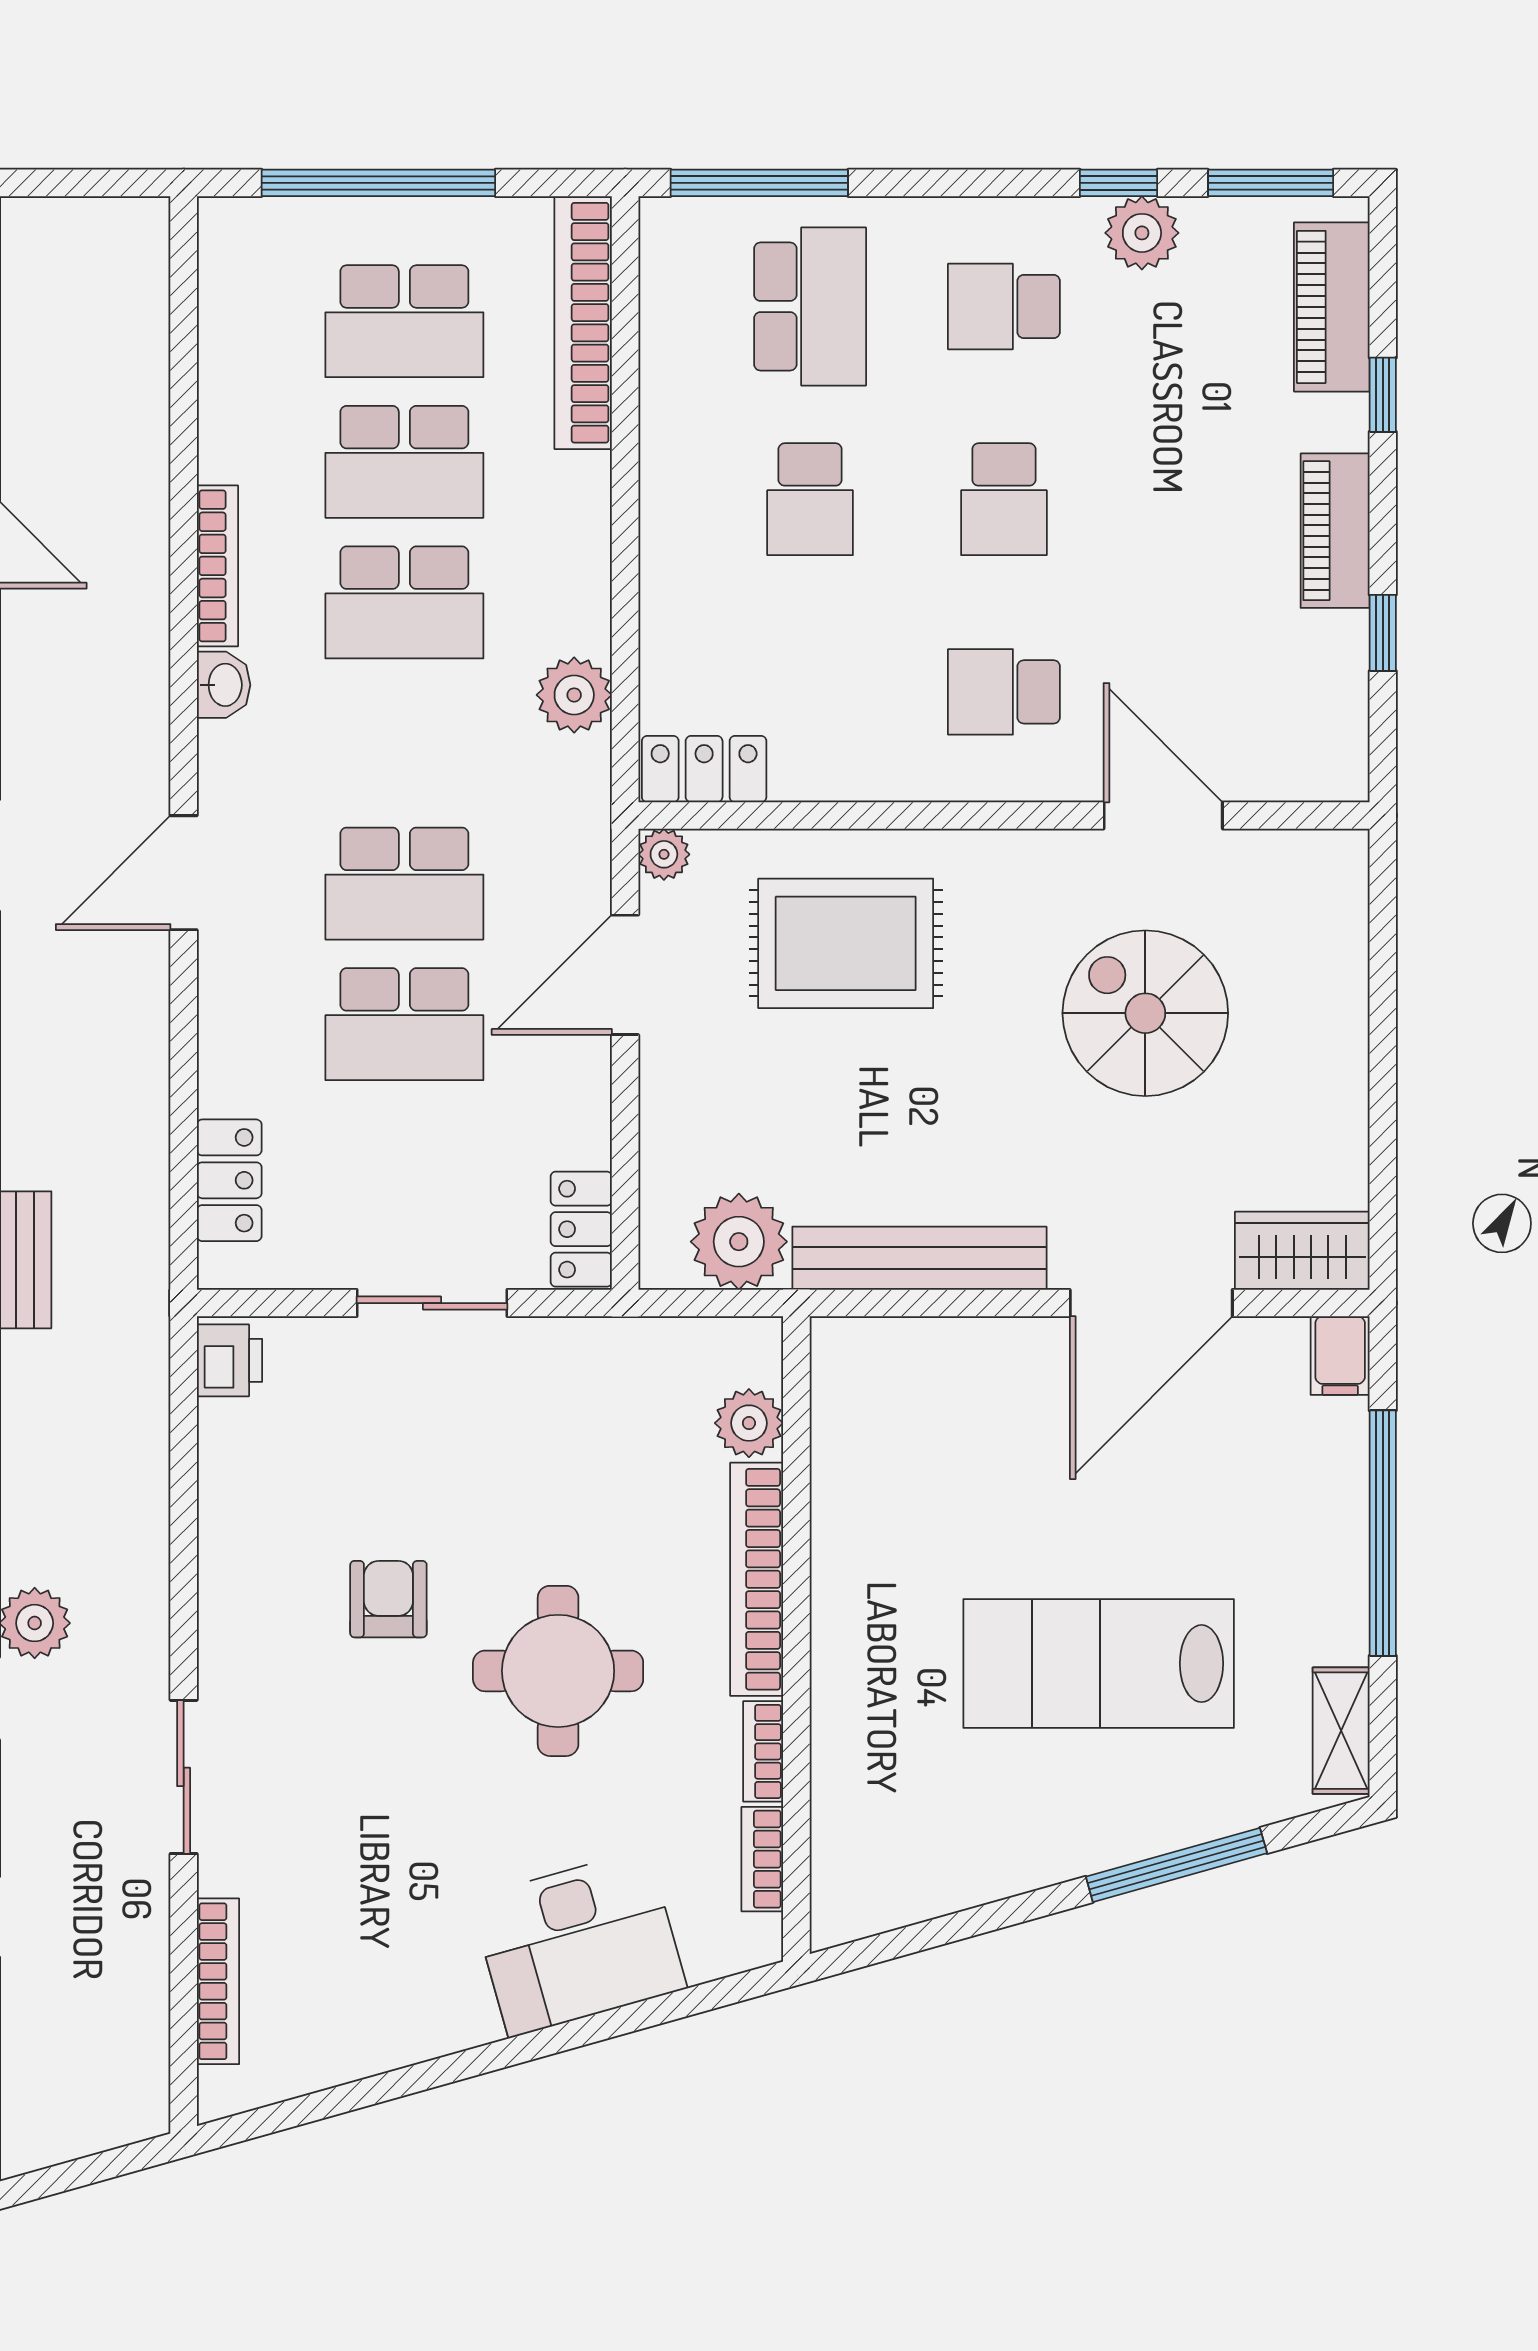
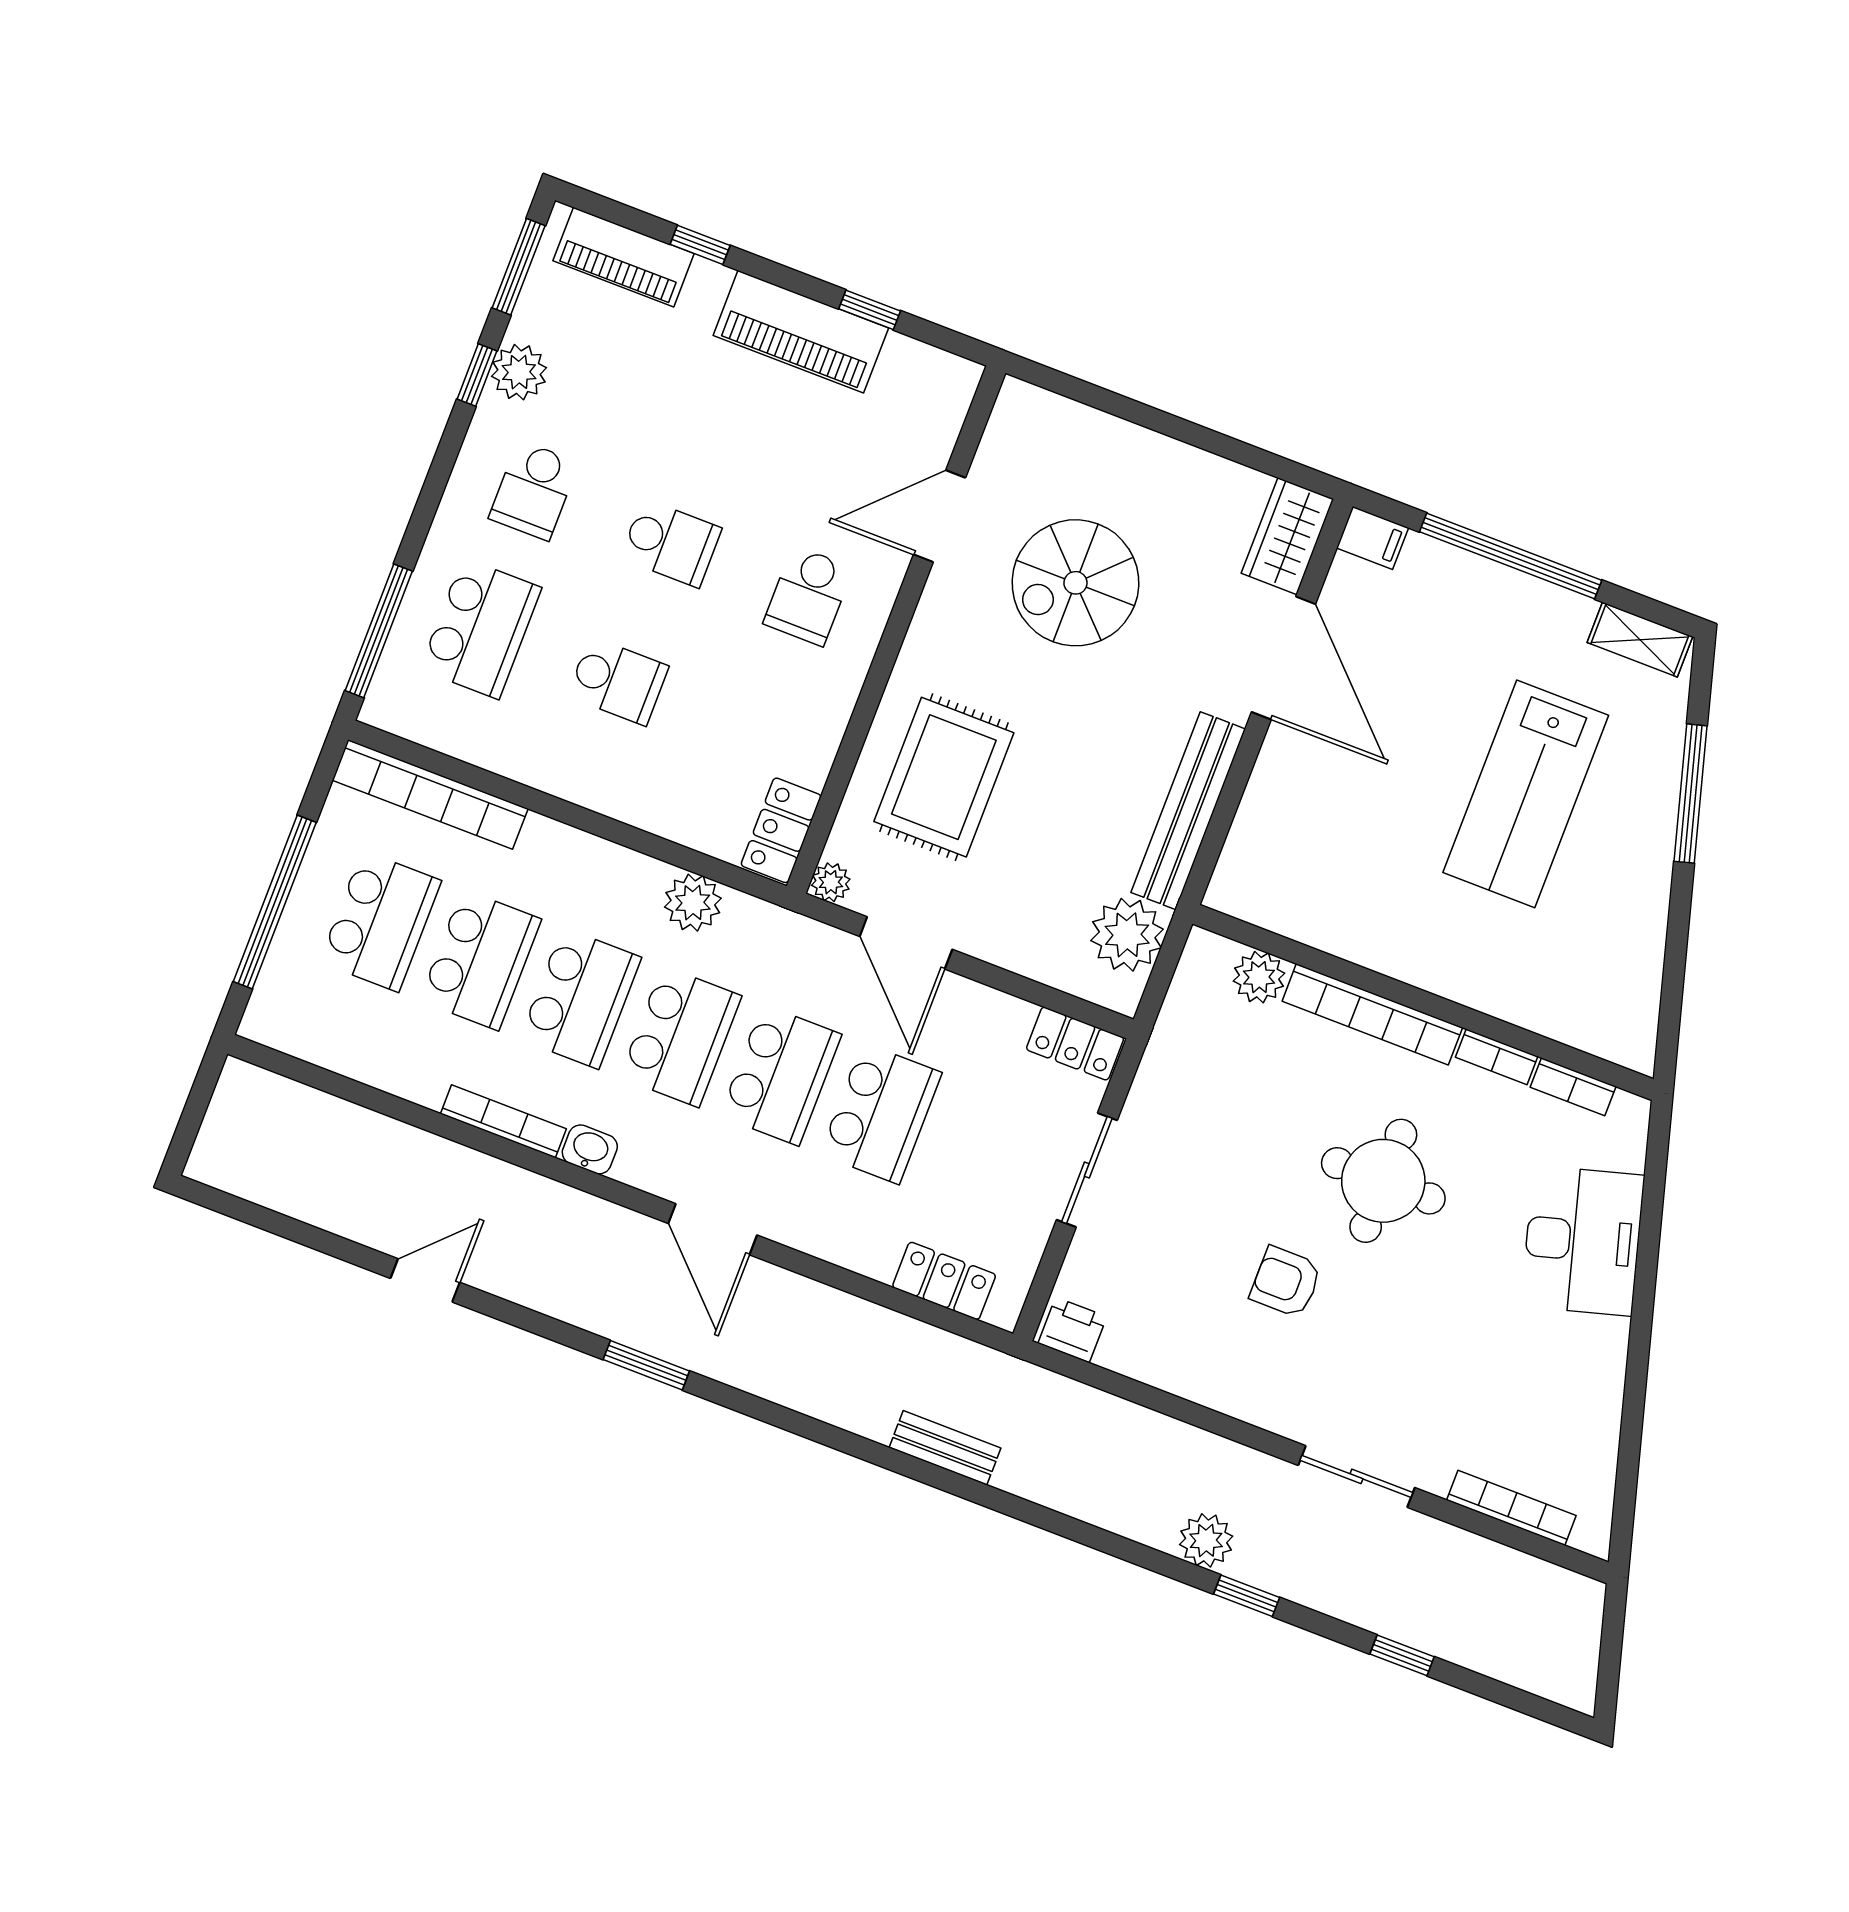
school desk: (810, 307) -> (481, 628), turned 90
piano: (1335, 531) -> (801, 332), width x1.37, depth x1.33
school desk: (404, 743) -> (681, 1037), added

